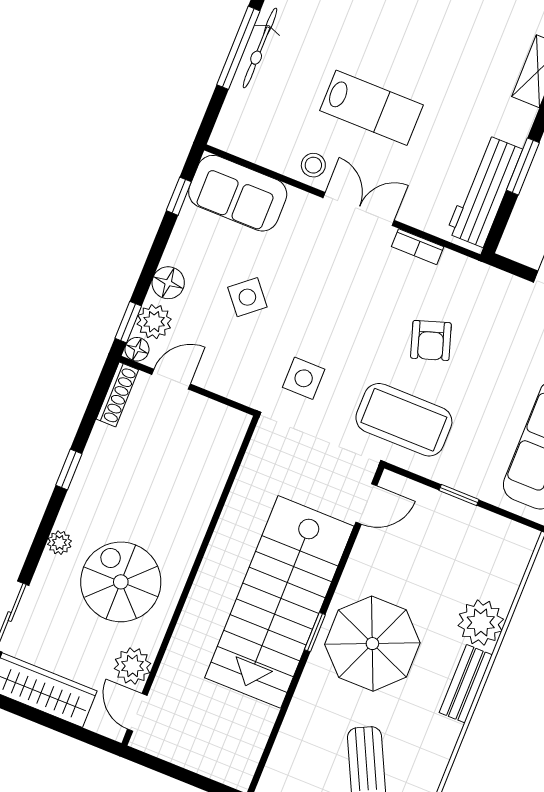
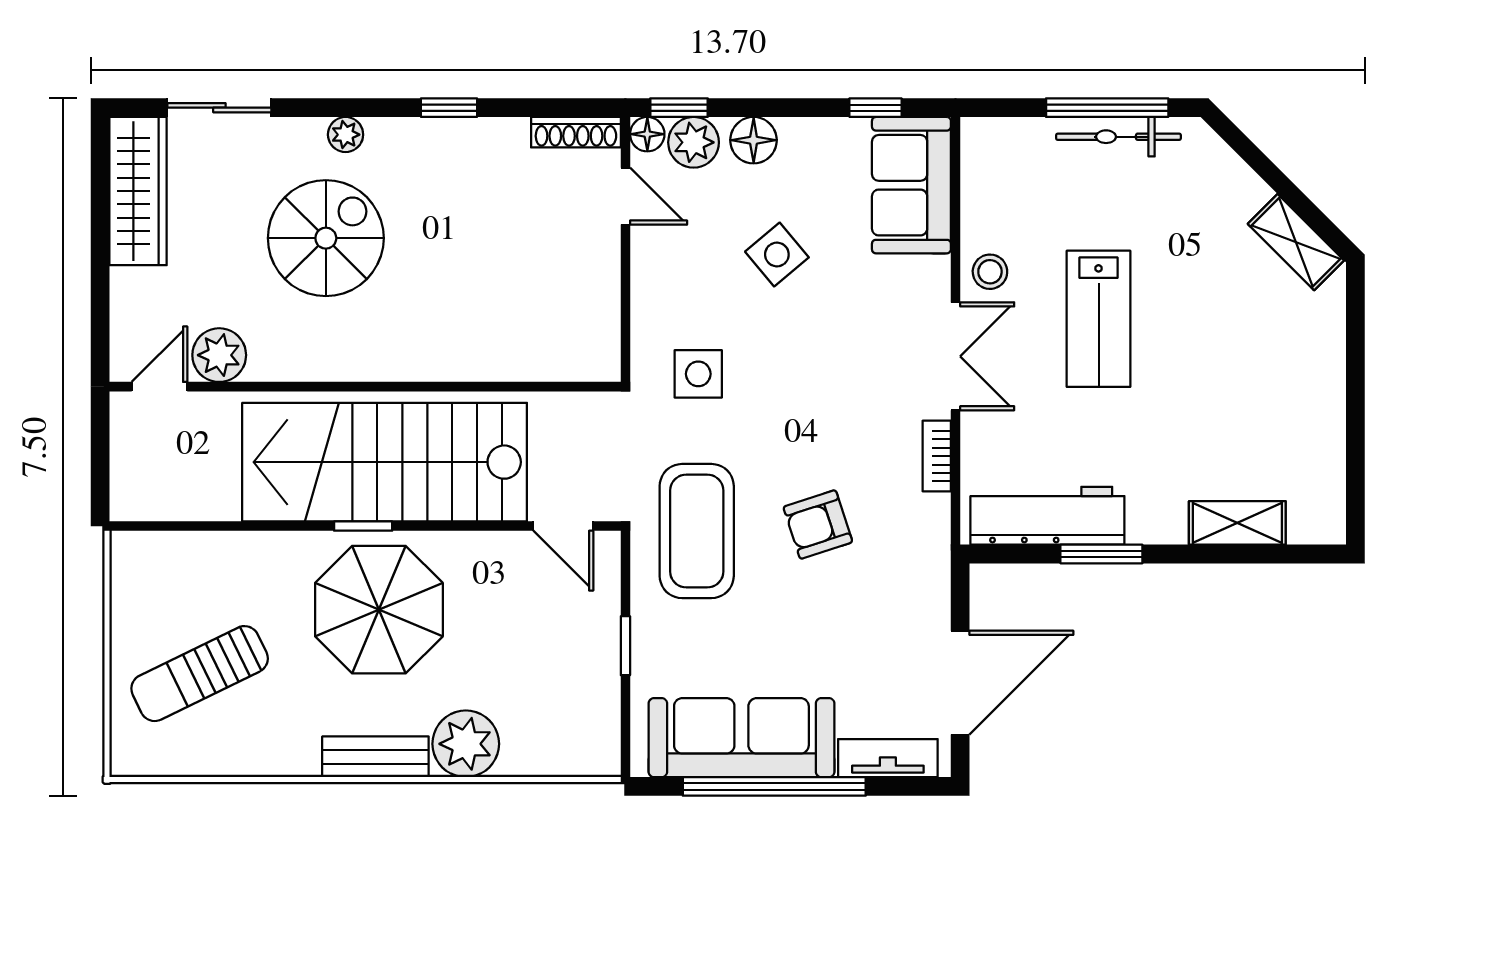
wall: (190, 581) -> (365, 387), moved
plant: (133, 666) -> (219, 355), moved
door: (137, 712) -> (159, 387), moved

